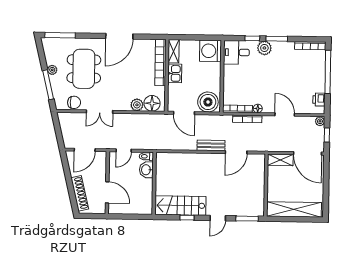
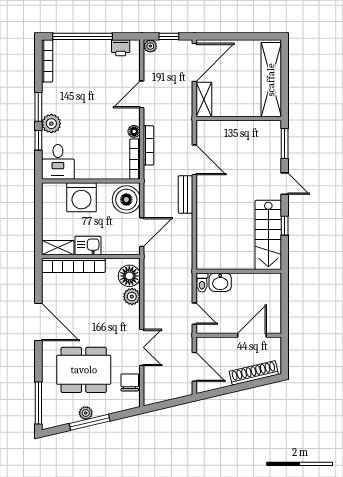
washing machine: (210, 51) -> (81, 197), moved
window: (48, 85) -> (90, 422), moved

